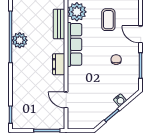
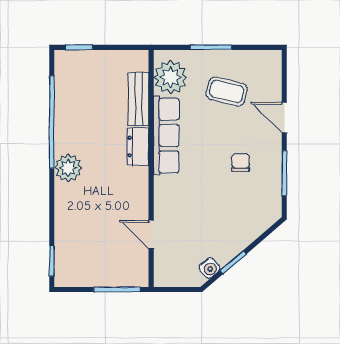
coffee table: (108, 20) -> (227, 91), turned -76
plant: (20, 40) -> (68, 168), moved
dresser: (59, 64) -> (138, 147), moved
water cooler: (120, 100) -> (209, 268), moved

